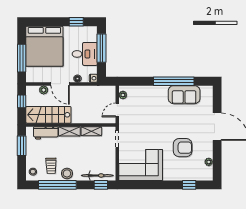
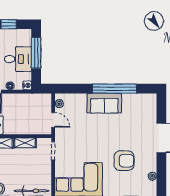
sofa: (184, 95) -> (104, 103), moved
door: (117, 110) -> (53, 120), swing flipped

